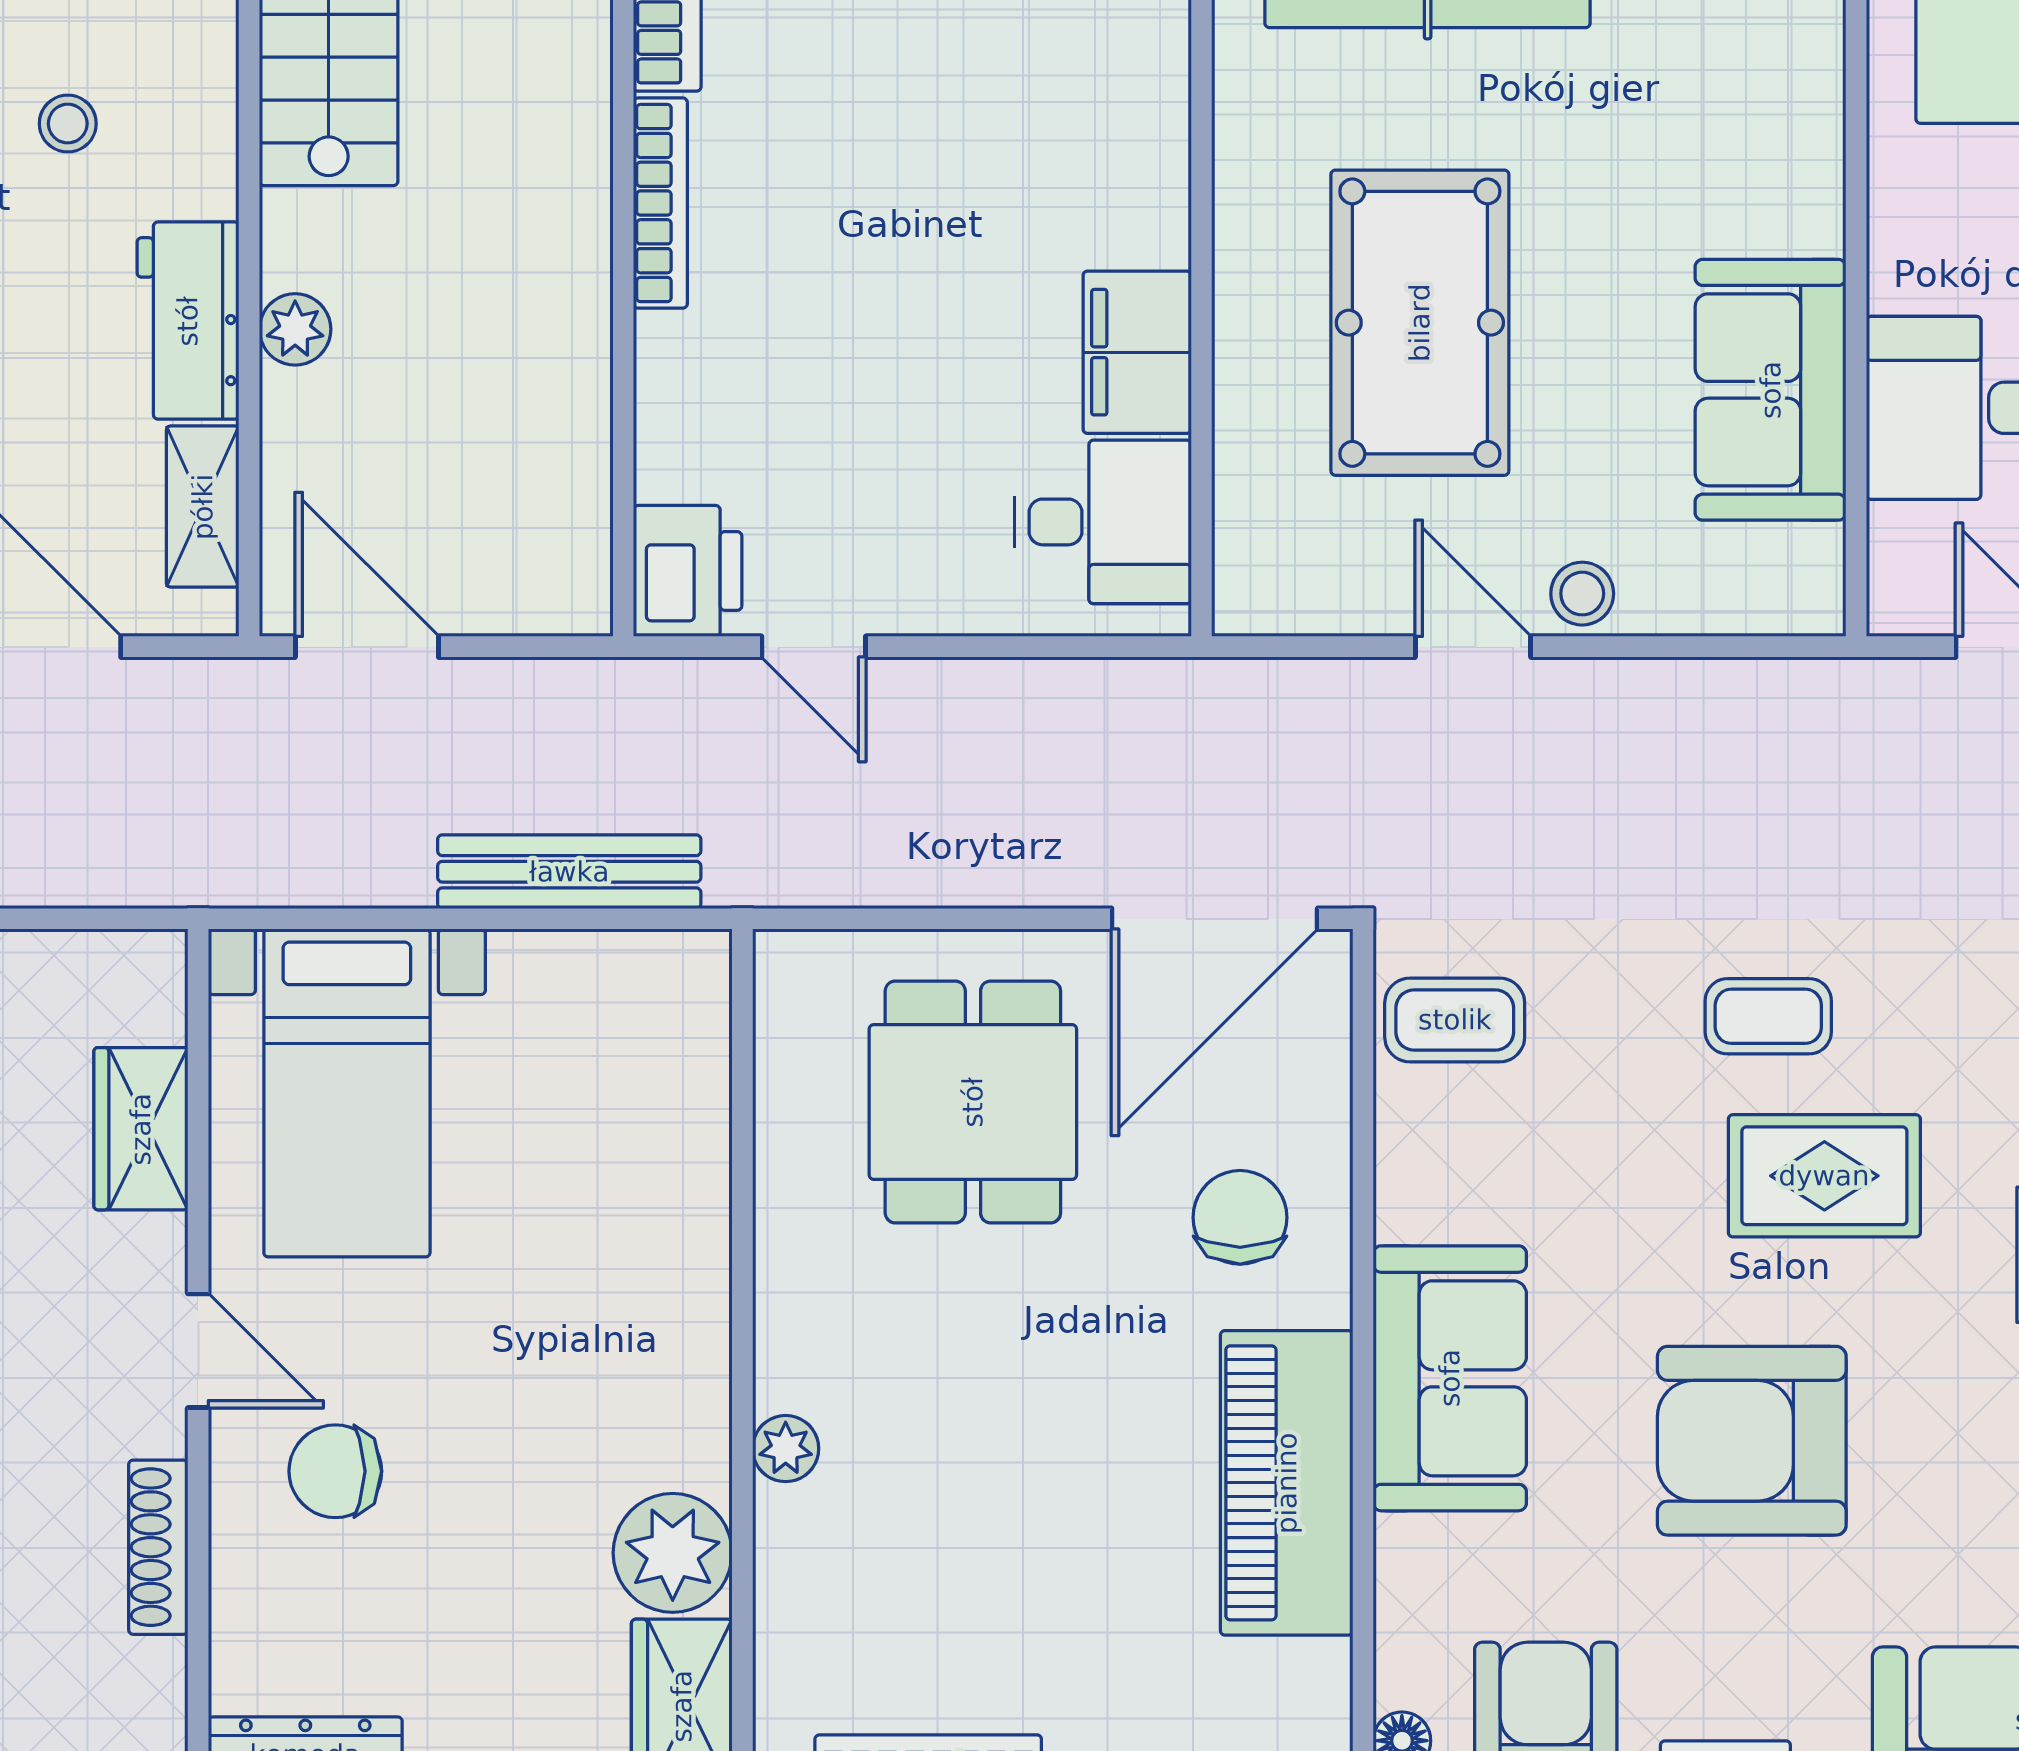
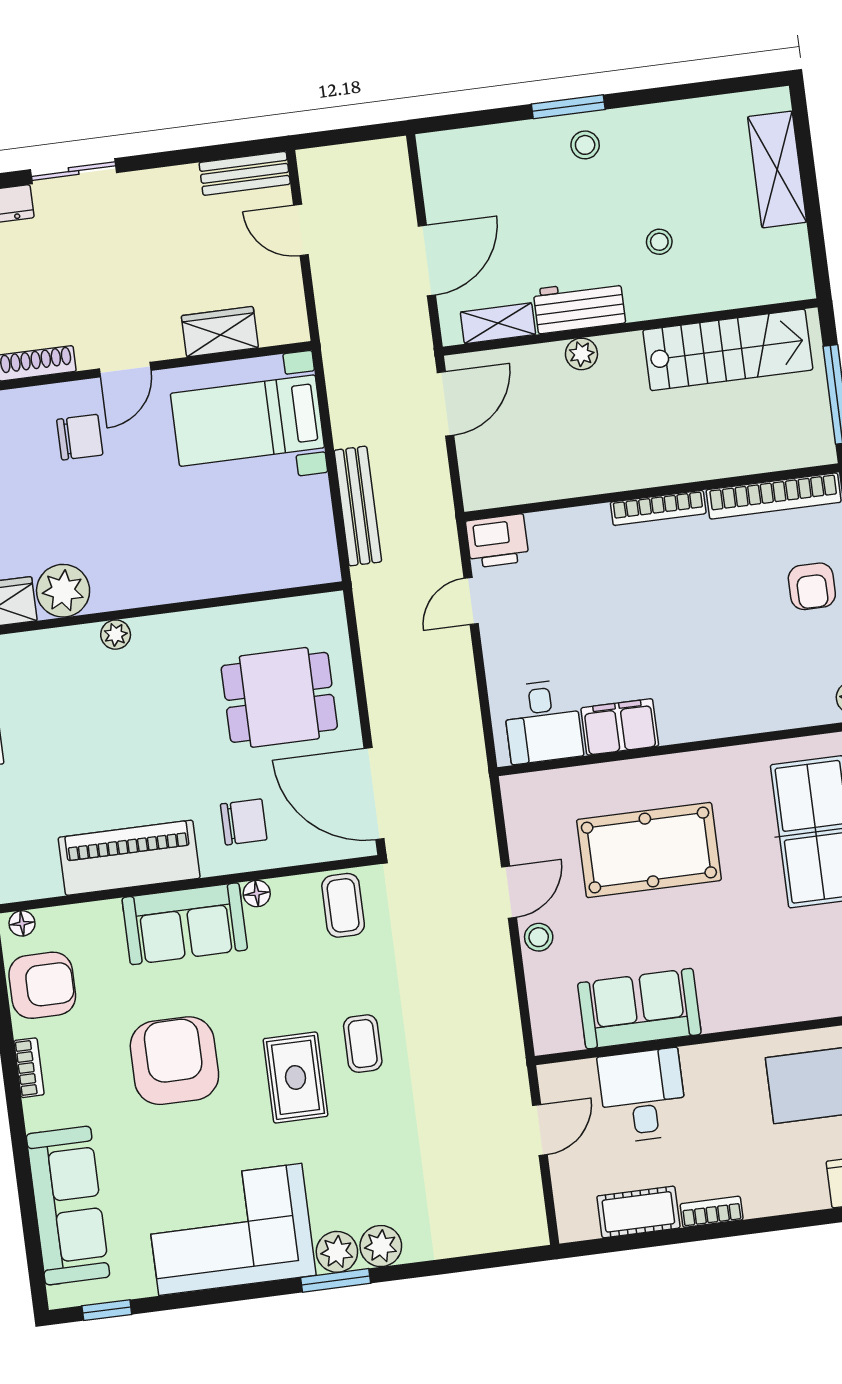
floor lamp: (1403, 1209) -> (257, 893), added
chair: (335, 1471) -> (80, 437), turned 90

